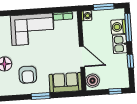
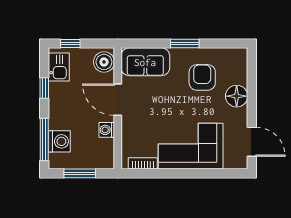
washing machine: (87, 16) -> (107, 130), moved
kitchen sink: (120, 44) -> (59, 67), moved

